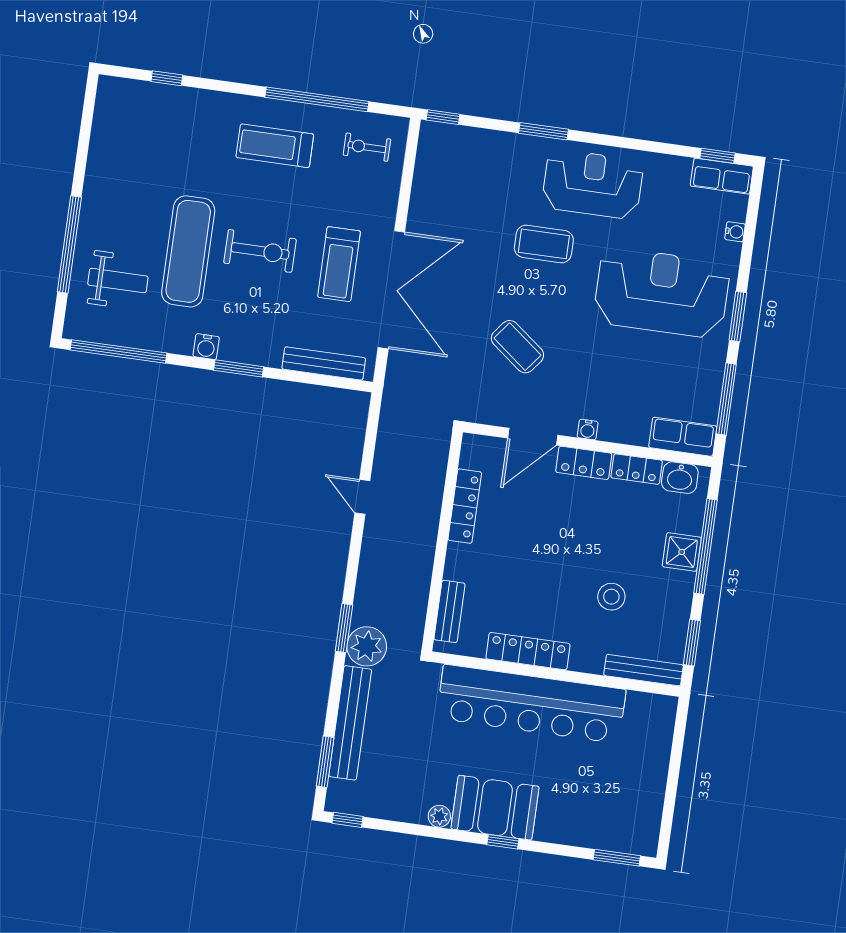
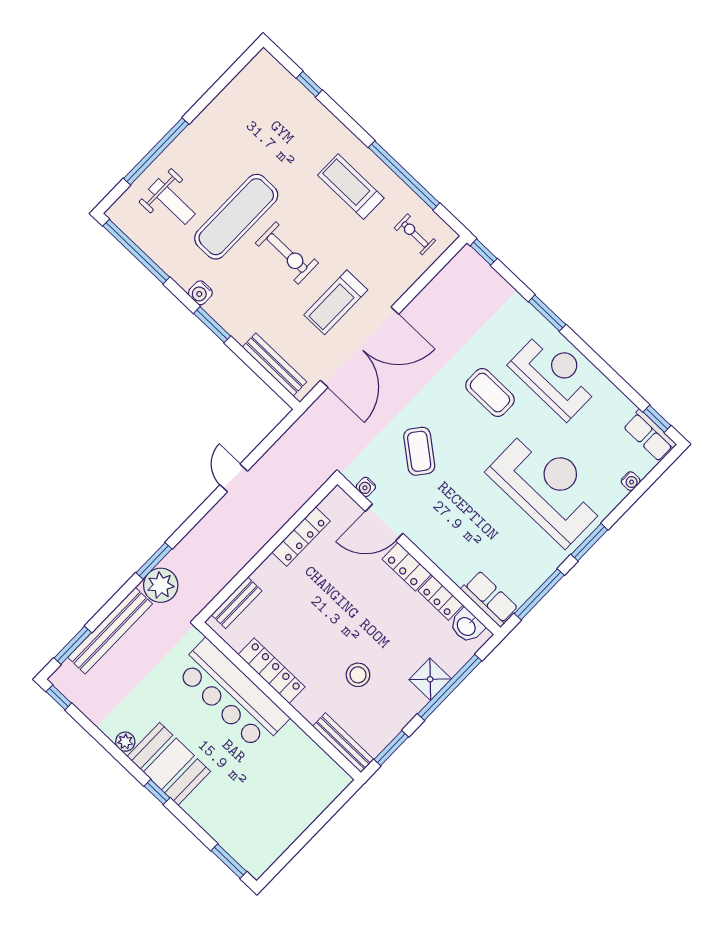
water cooler: (588, 429) -> (366, 487), moved
bar counter: (531, 704) -> (232, 695), width x0.73

